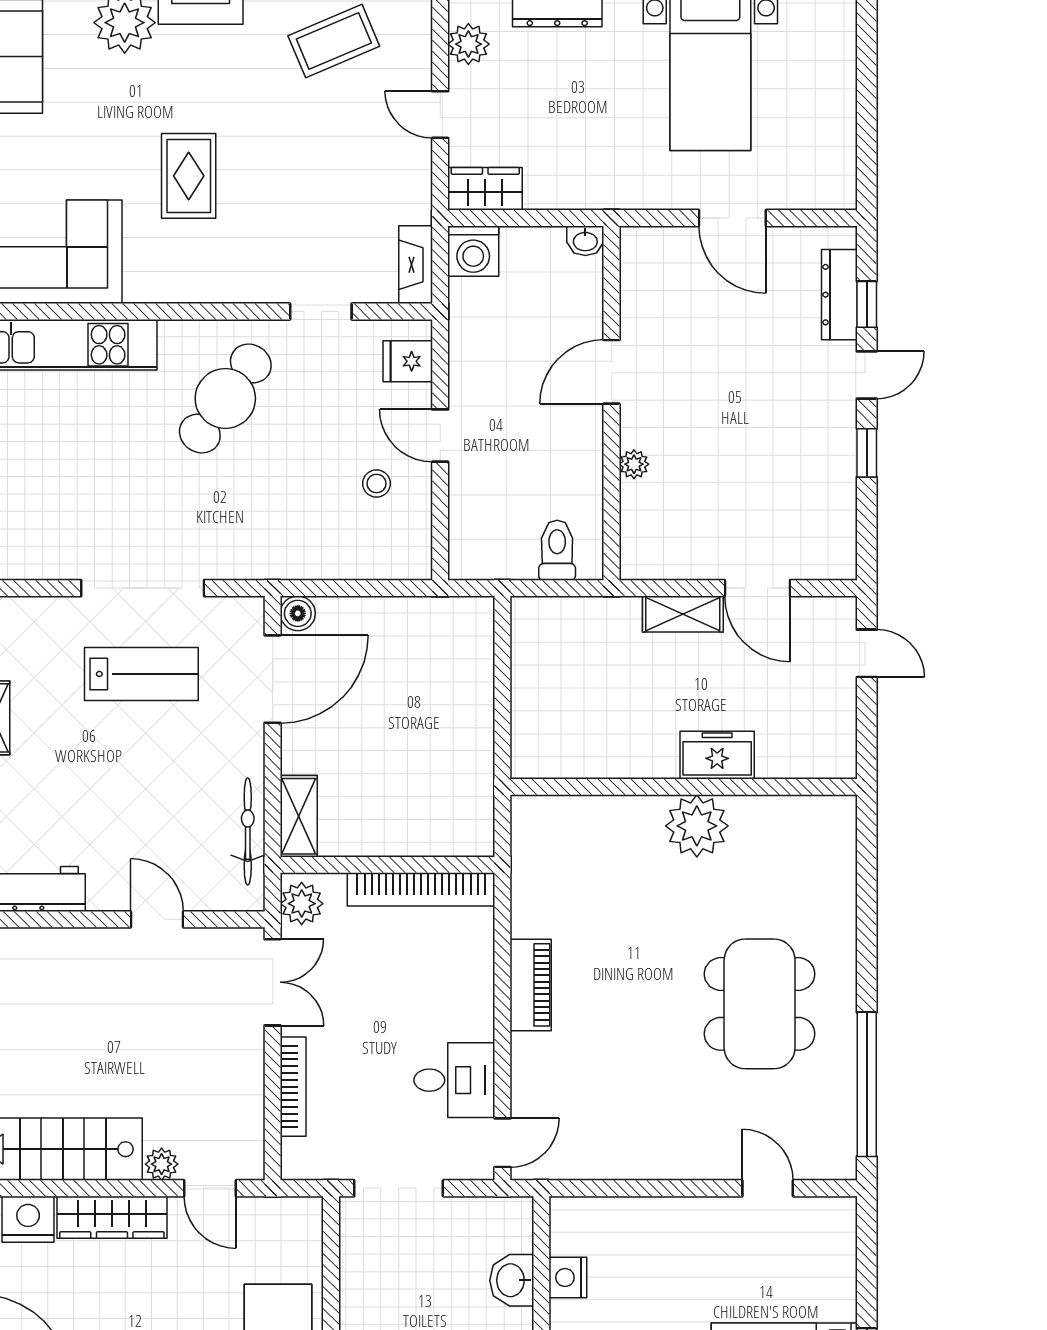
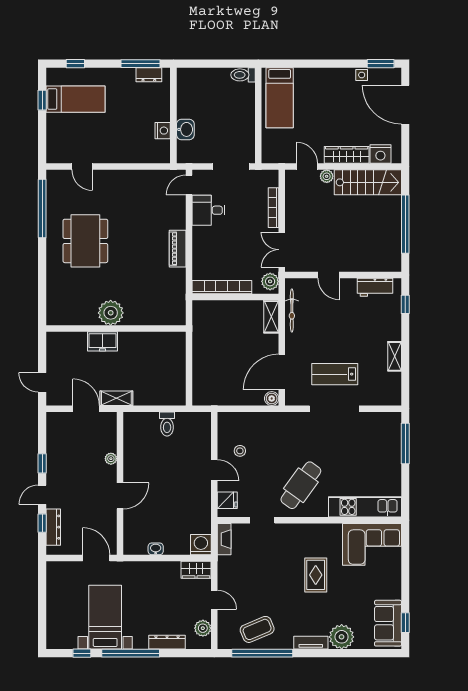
door: (612, 372) -> (120, 496), moved
wall: (612, 403) -> (120, 483), moved
plant: (634, 464) -> (111, 459), moved

